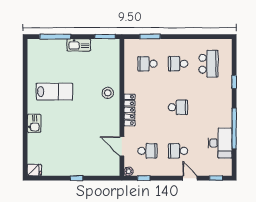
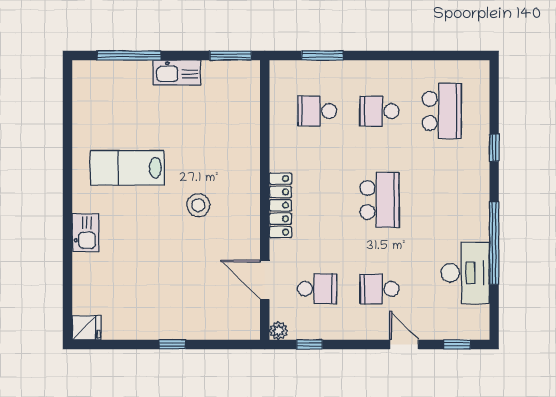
lab bench: (54, 92) -> (127, 168), turned 180
stool: (108, 93) -> (198, 205), moved
school desk: (178, 107) -> (379, 200), width x1.85

